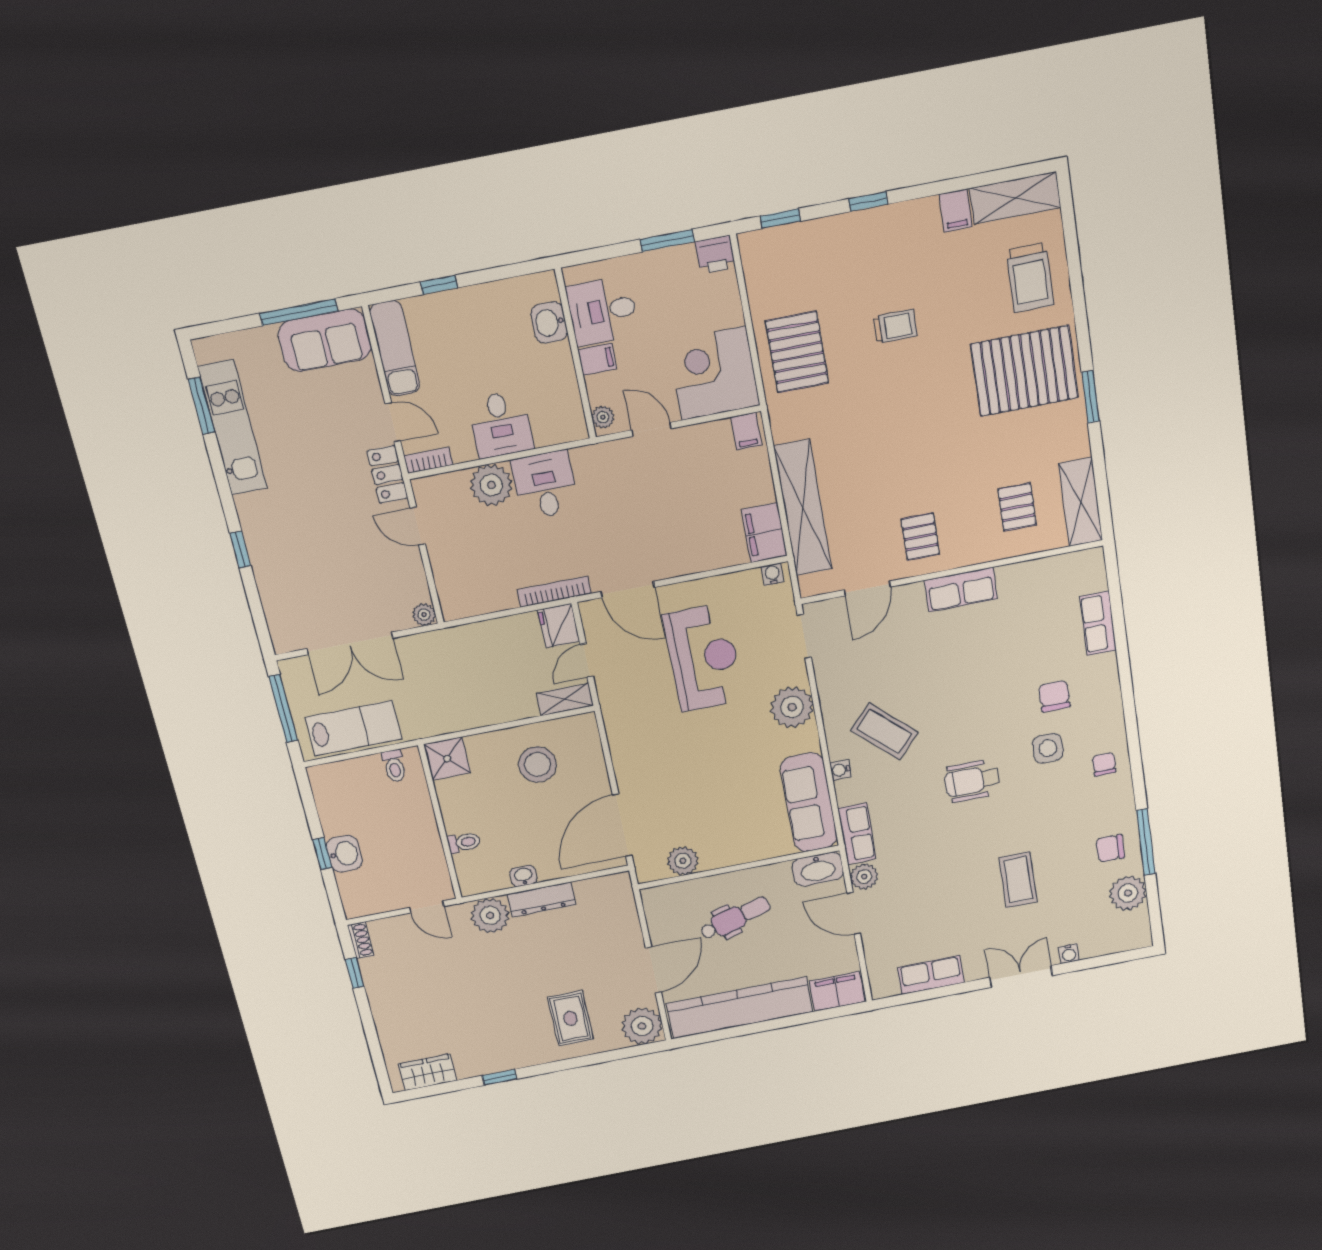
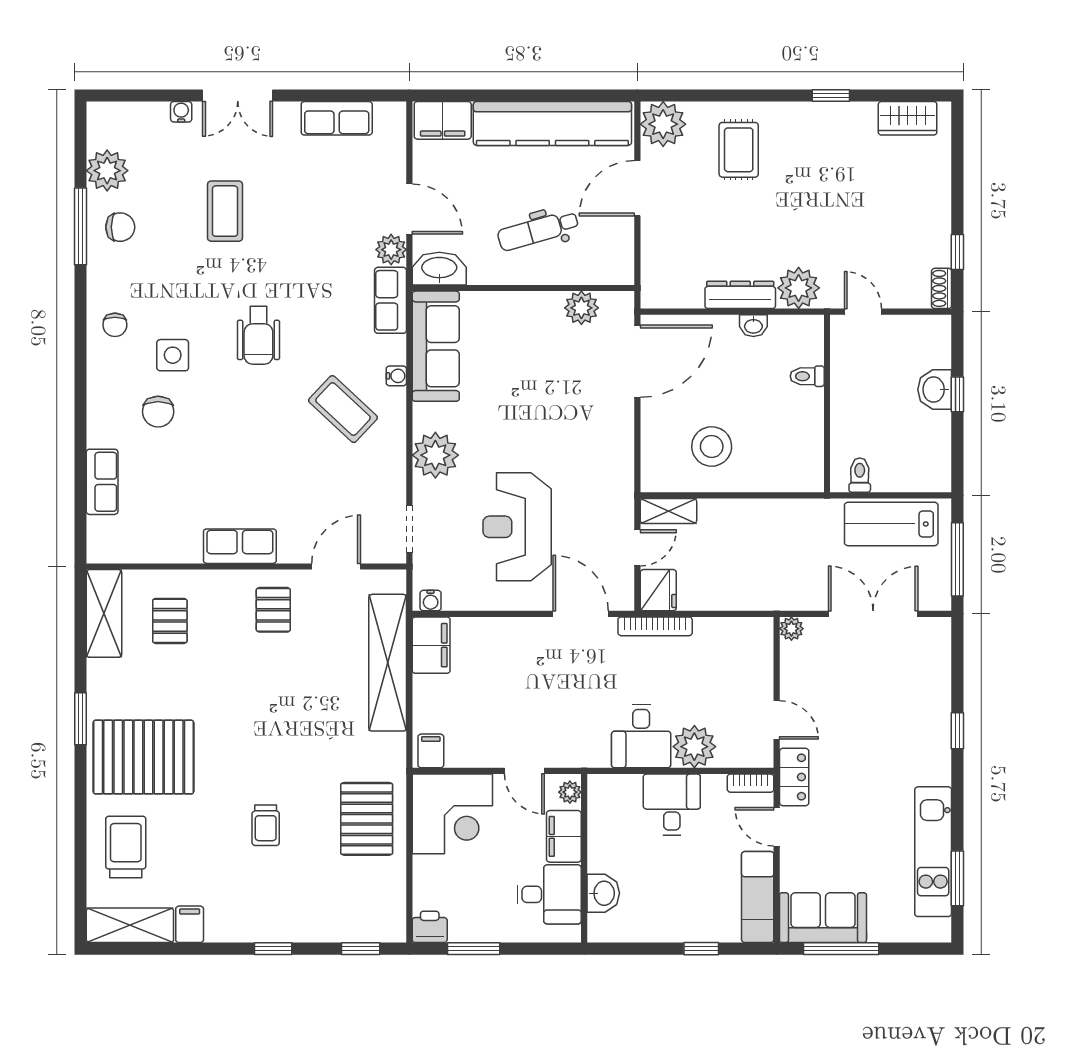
trolley: (895, 326) -> (266, 825), turned -90
filing cabinet: (597, 359) -> (564, 836), width x2.00
shower: (447, 759) -> (804, 472), removed
wheelchair: (972, 781) -> (258, 335), turned 90

